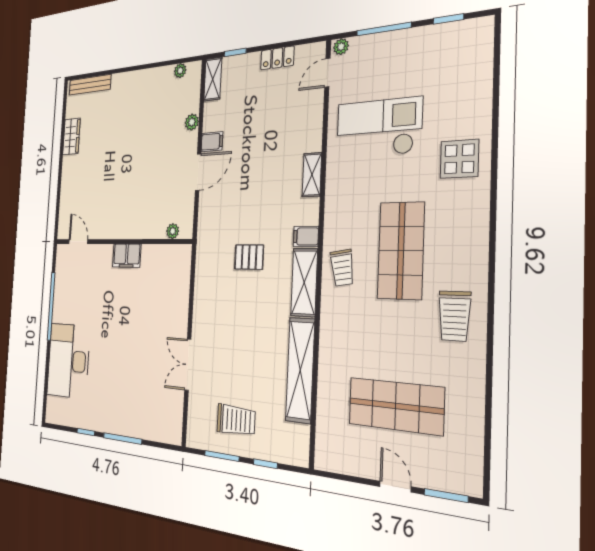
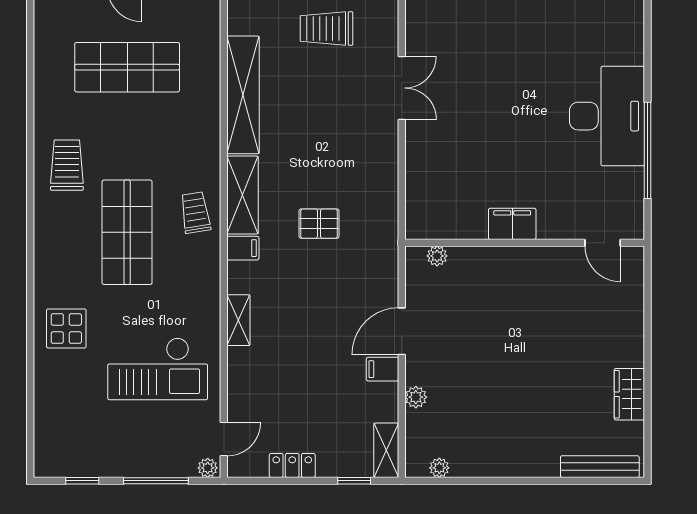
desk: (68, 361) -> (607, 116), moved

